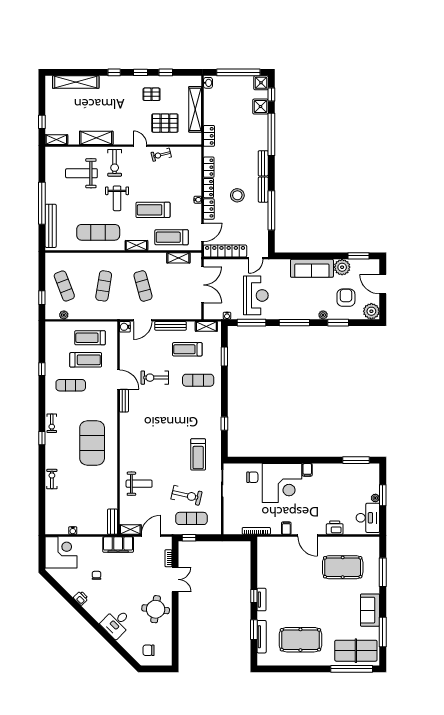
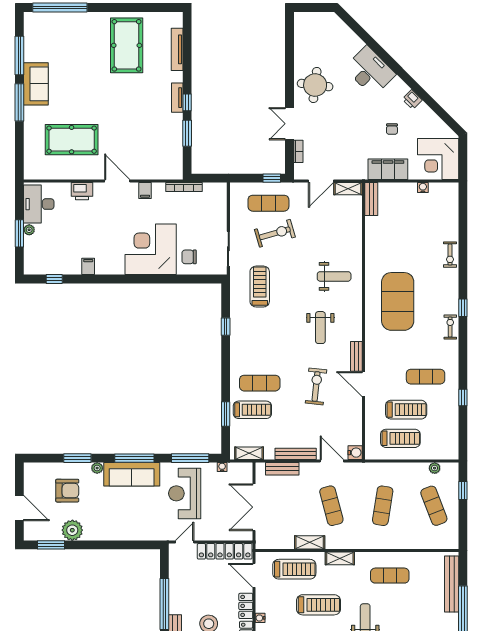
exercise mat: (98, 232) -> (390, 576), width x0.73, depth x0.69
door: (203, 232) -> (254, 575), hinge flipped
shelving: (178, 258) -> (310, 542), moved
sofa: (312, 268) -> (132, 474), moved, turned 180
armchair: (346, 298) -> (67, 491), turned -90
plant: (371, 311) -> (34, 473), removed
bench: (181, 314) -> (282, 469), added
door: (143, 320) -> (332, 461), hinge flipped
treadmill: (187, 349) -> (252, 410), moved
treadmill: (86, 360) -> (406, 410), turned 180
exercise bike: (155, 378) -> (316, 386), turned -84
weight bench: (152, 423) -> (320, 328), added
window: (356, 460) -> (54, 279), width x0.46
filing cabinet: (307, 470) -> (88, 266), moved
weight bench: (139, 484) -> (334, 276), moved, turned 180
exercise bike: (186, 495) -> (275, 233), turned 151
filing cabinet: (118, 545) -> (388, 169), moved
window: (383, 572) -> (19, 102), moved
desk: (117, 623) -> (370, 71), width x1.37
window: (254, 630) -> (187, 133), moved
pool table: (300, 640) -> (127, 45), turned 90
chair: (149, 650) -> (324, 32), removed
table tennis table: (356, 651) -> (54, 31), removed

